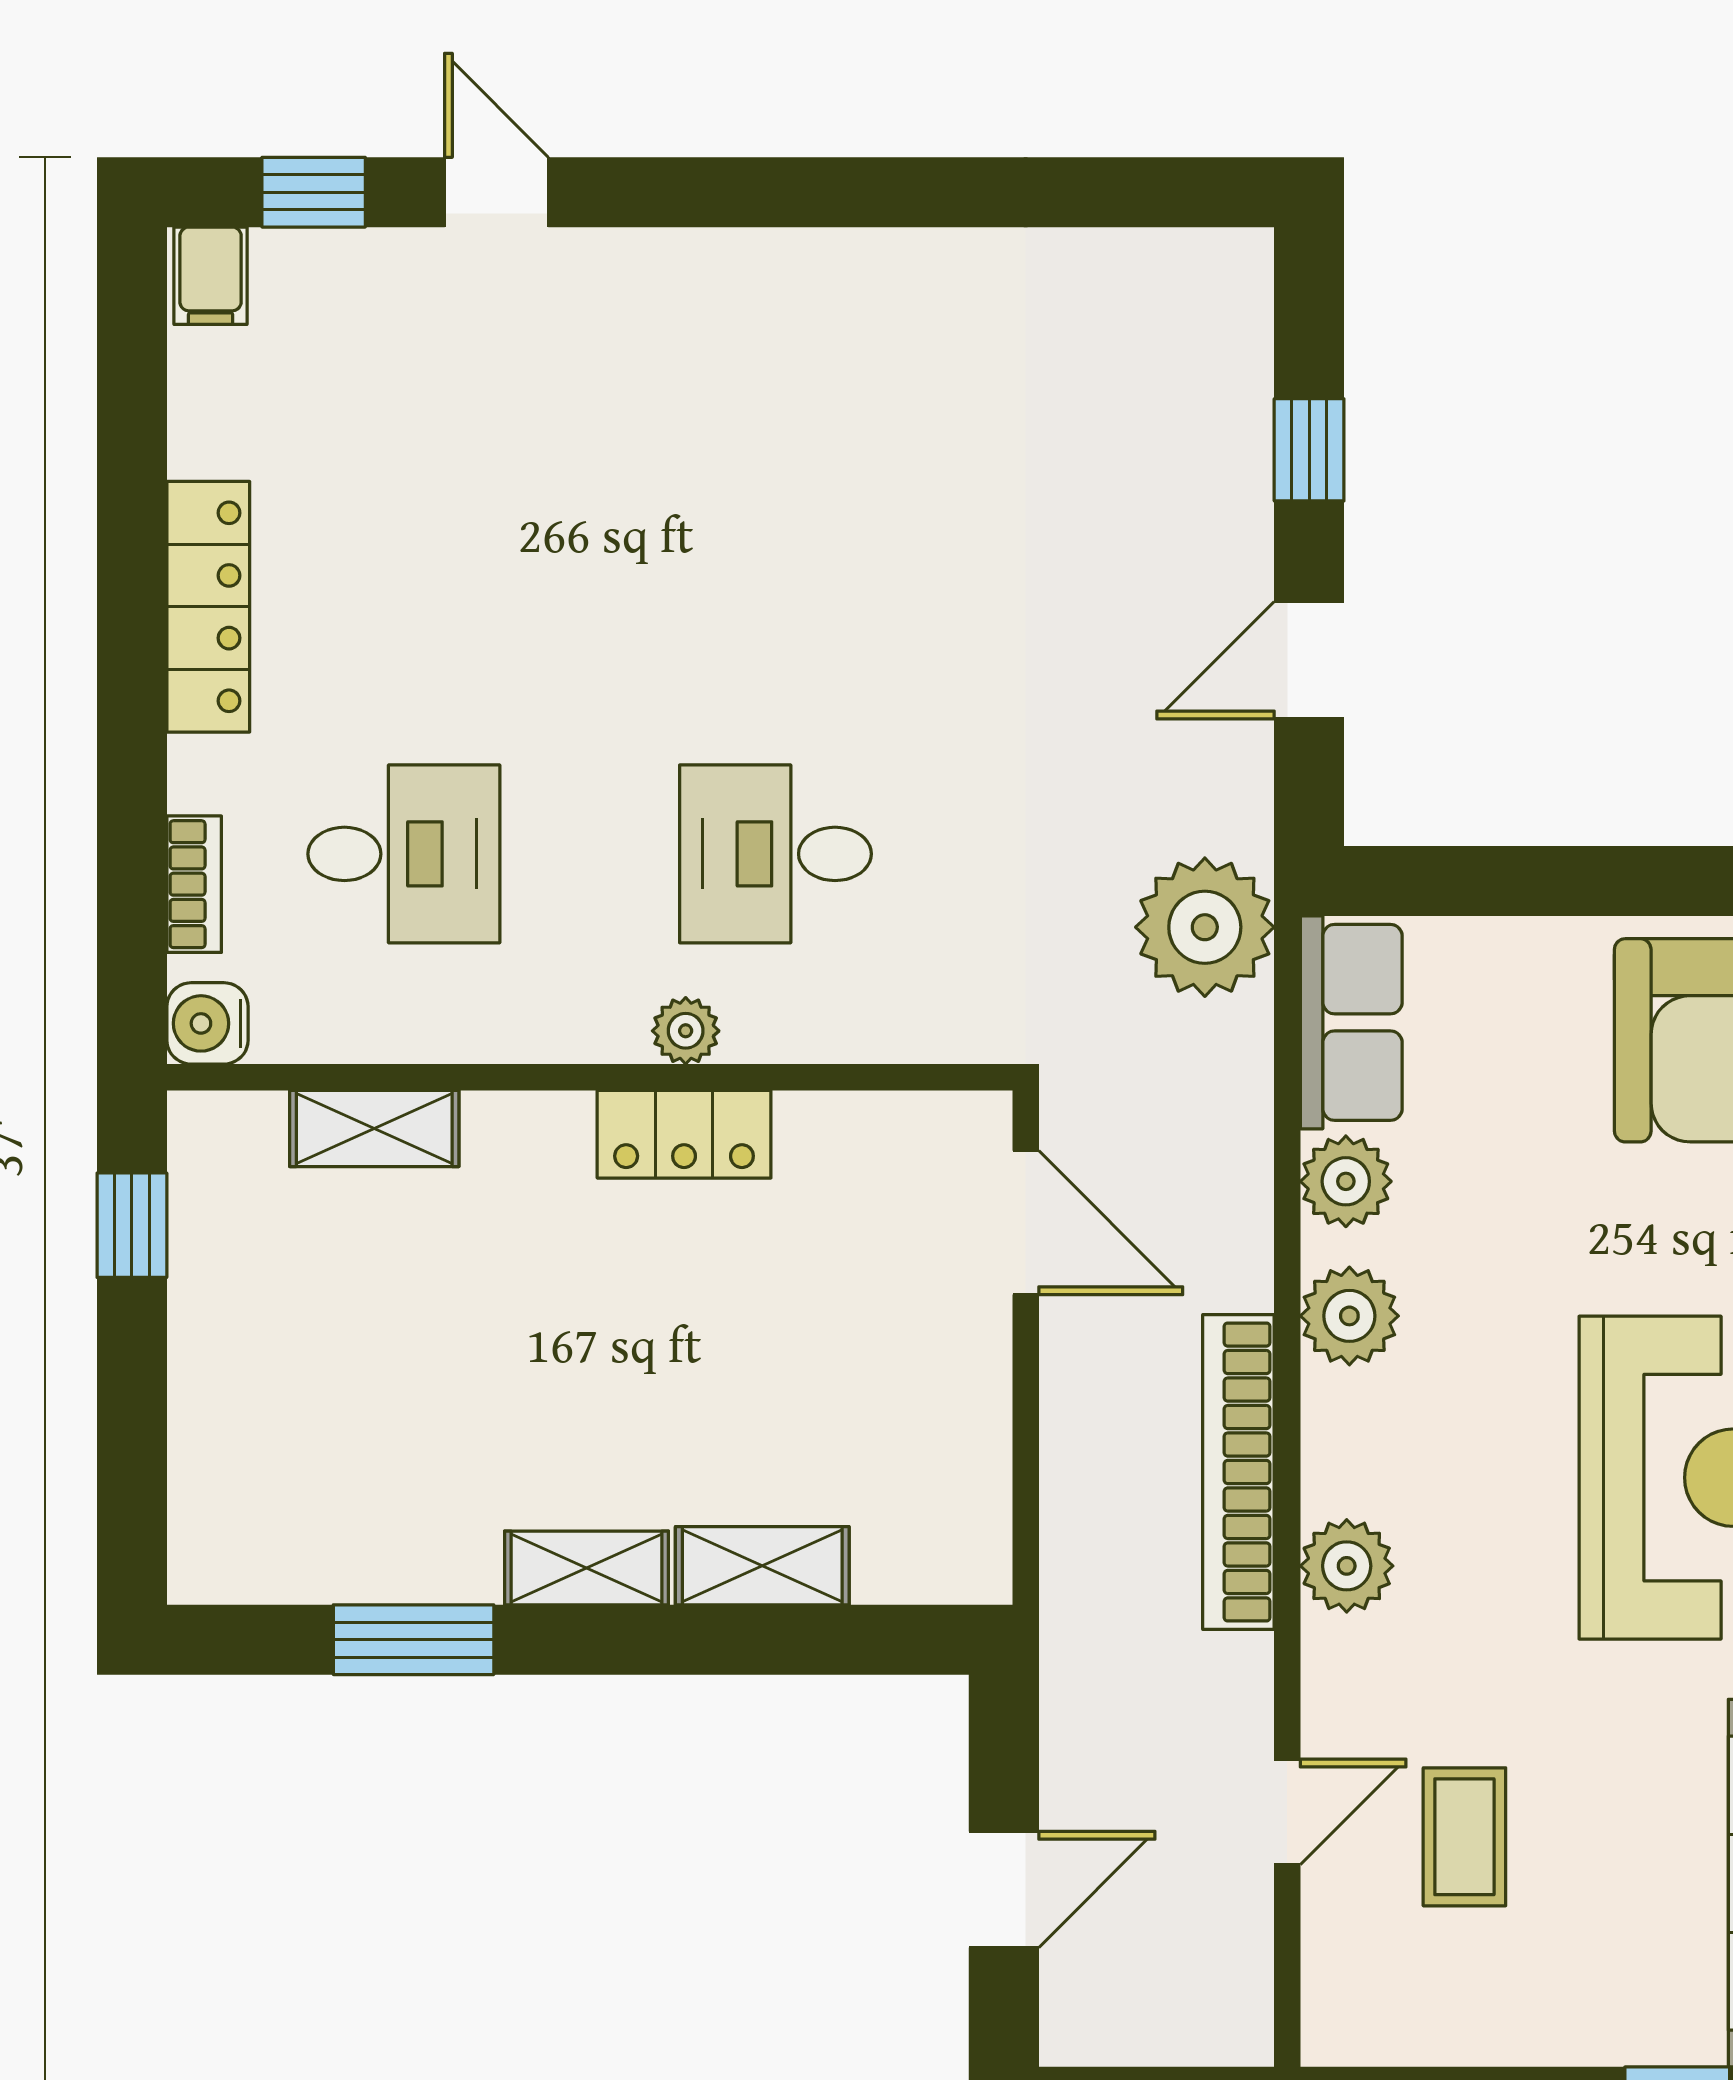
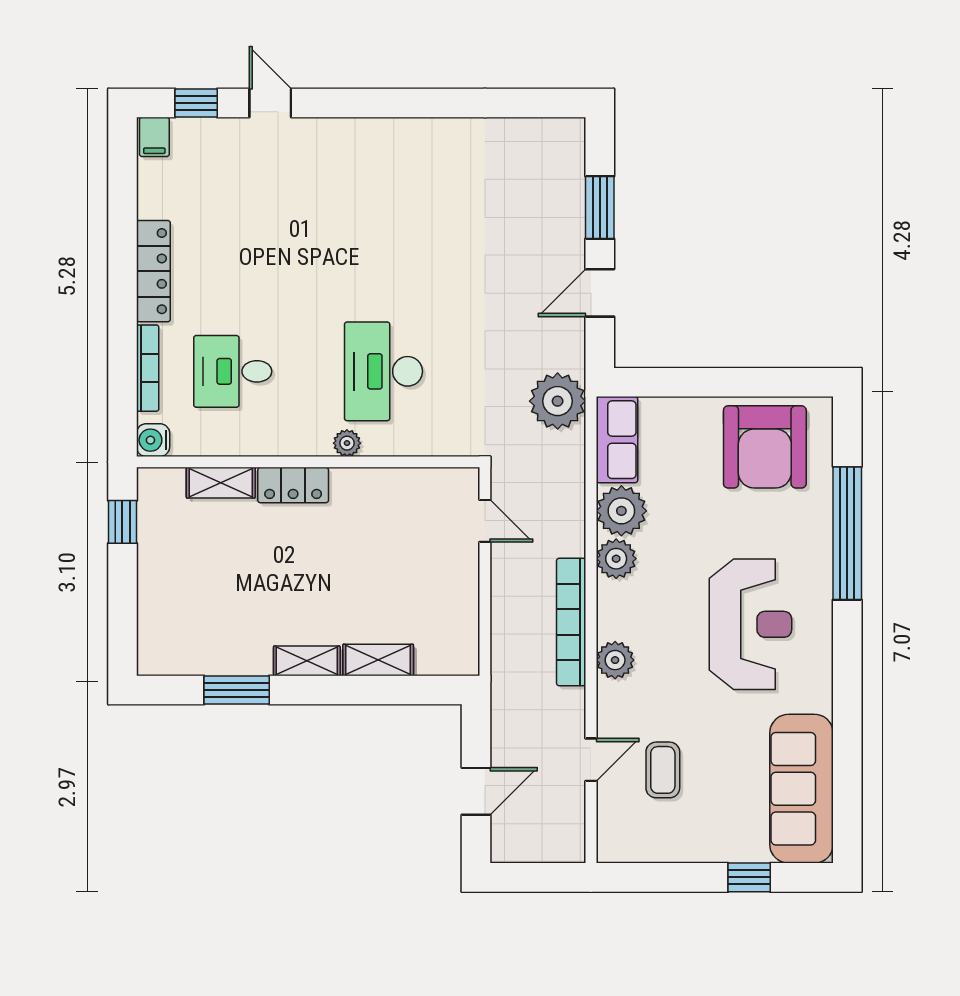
window: (1309, 450) -> (600, 208), width x1.50
desk: (404, 854) -> (233, 371), turned 180
desk: (776, 854) -> (383, 371), width x1.37
bookcase: (194, 884) -> (148, 368), width x1.56
locker: (684, 1134) -> (293, 485), moved
plant: (1346, 1181) -> (621, 511), width x1.36, depth x1.36
door: (1026, 1223) -> (485, 521), width x0.73

